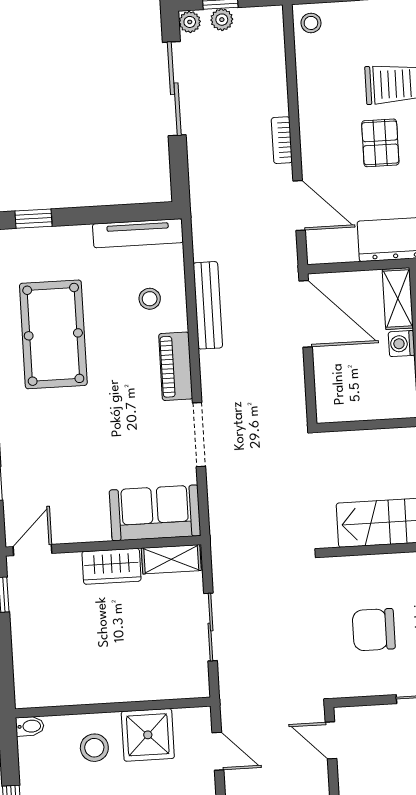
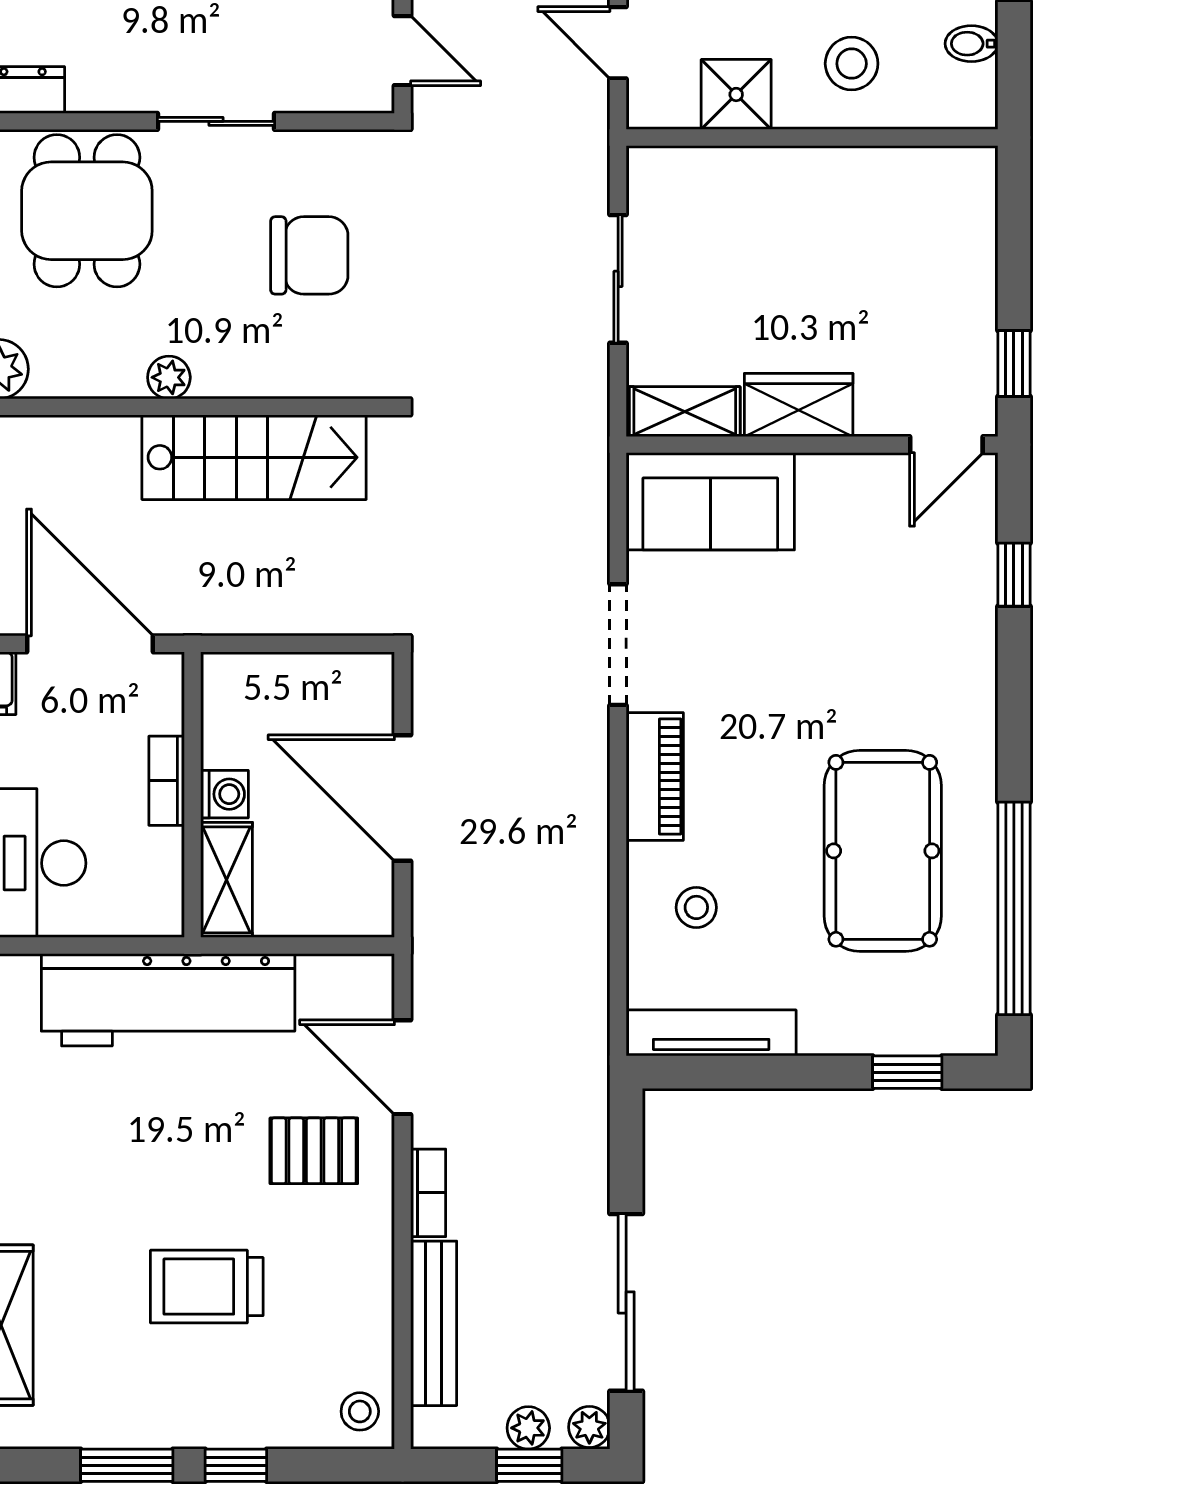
pallet: (380, 143) -> (314, 1151), moved, turned 90
bench: (208, 305) -> (434, 1323), moved
door: (306, 314) -> (403, 798), moved
bidet: (30, 726) -> (971, 44), moved
shower: (148, 735) -> (736, 94), width x0.73, depth x0.73

